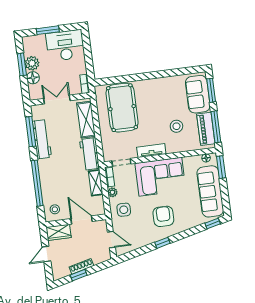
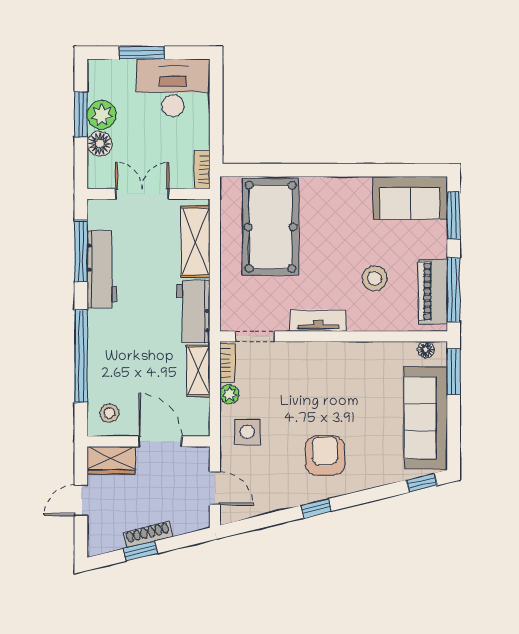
sofa: (198, 94) -> (410, 198), moved, turned -90
corner sofa: (160, 177) -> (329, 375), removed

